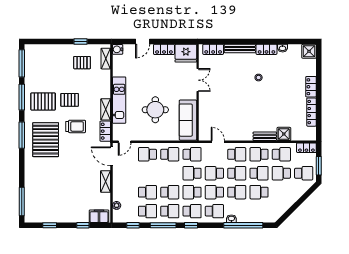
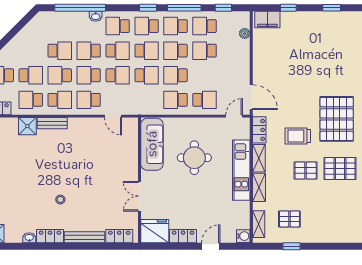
school desk: (192, 154) -> (176, 75), moved
shelving: (106, 181) -> (259, 187), moved

